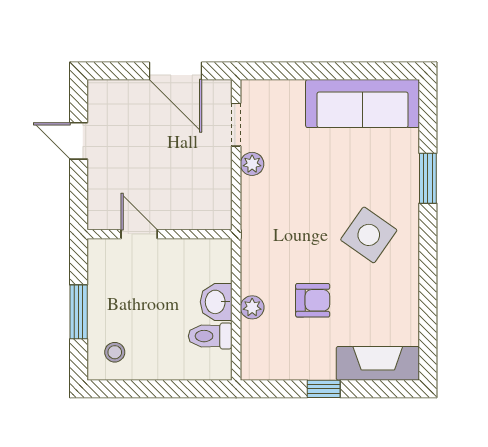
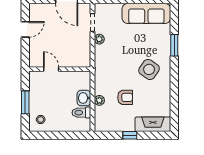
door: (79, 141) -> (25, 29), swing flipped

